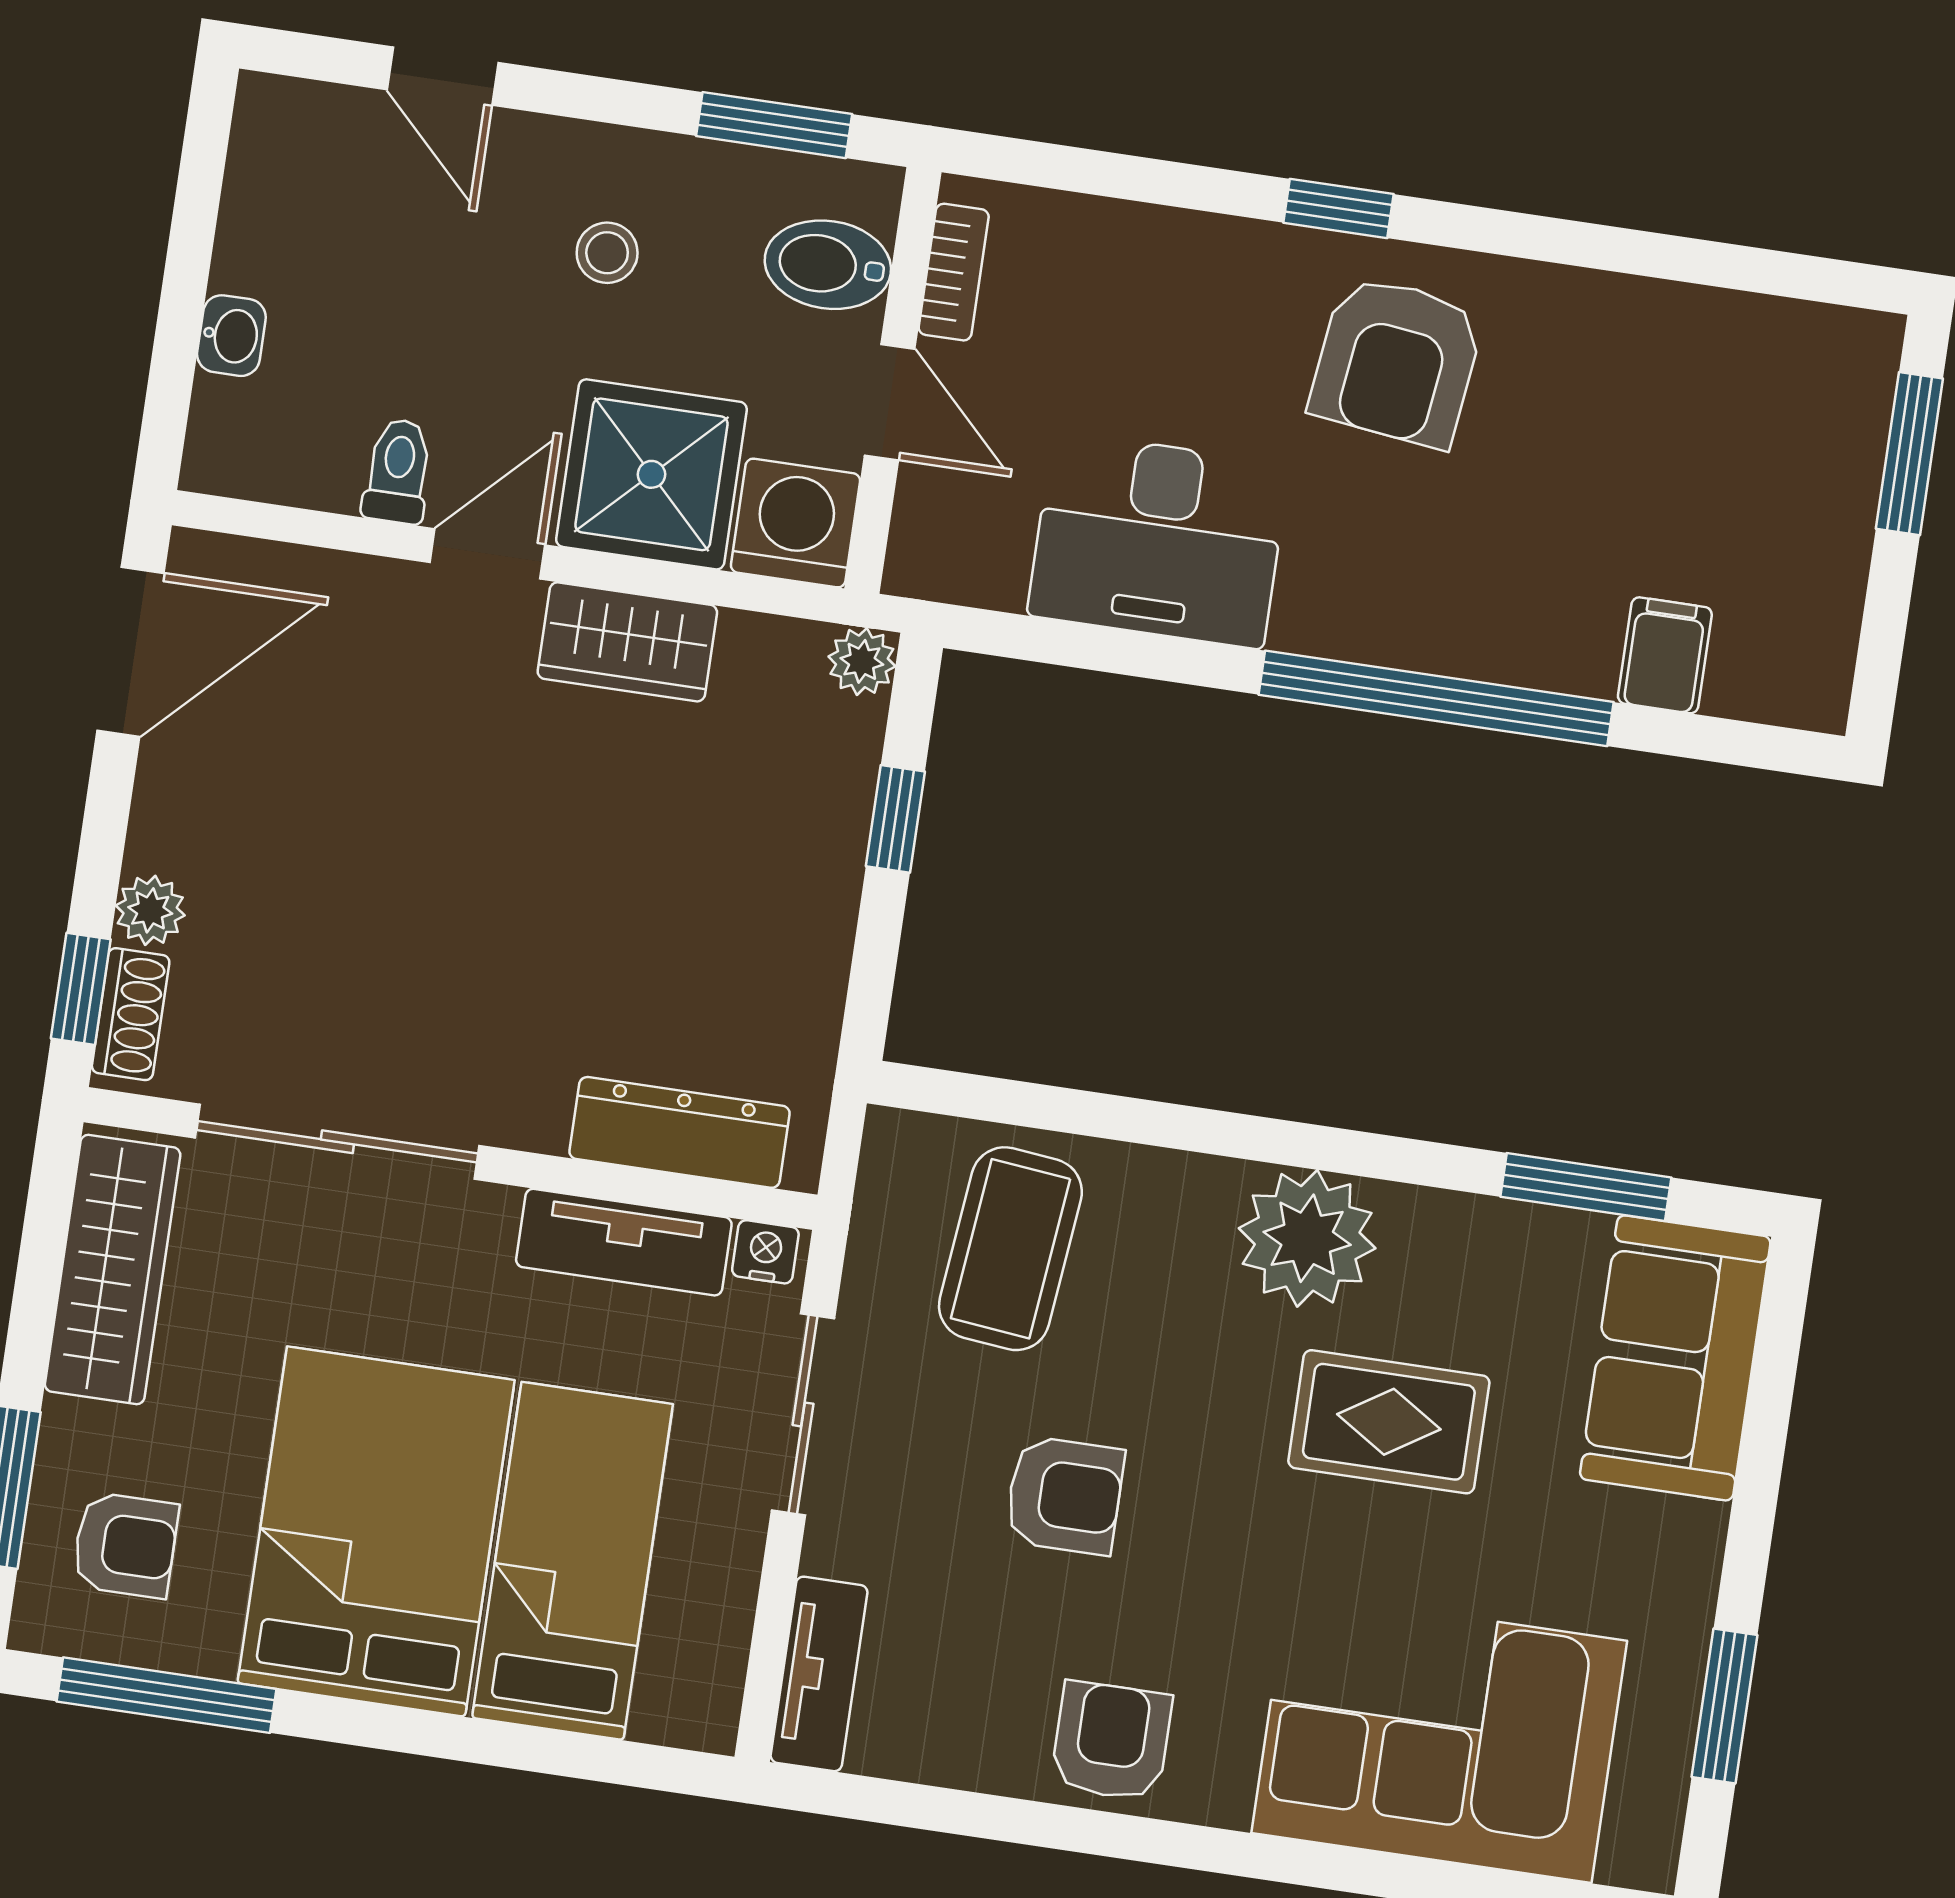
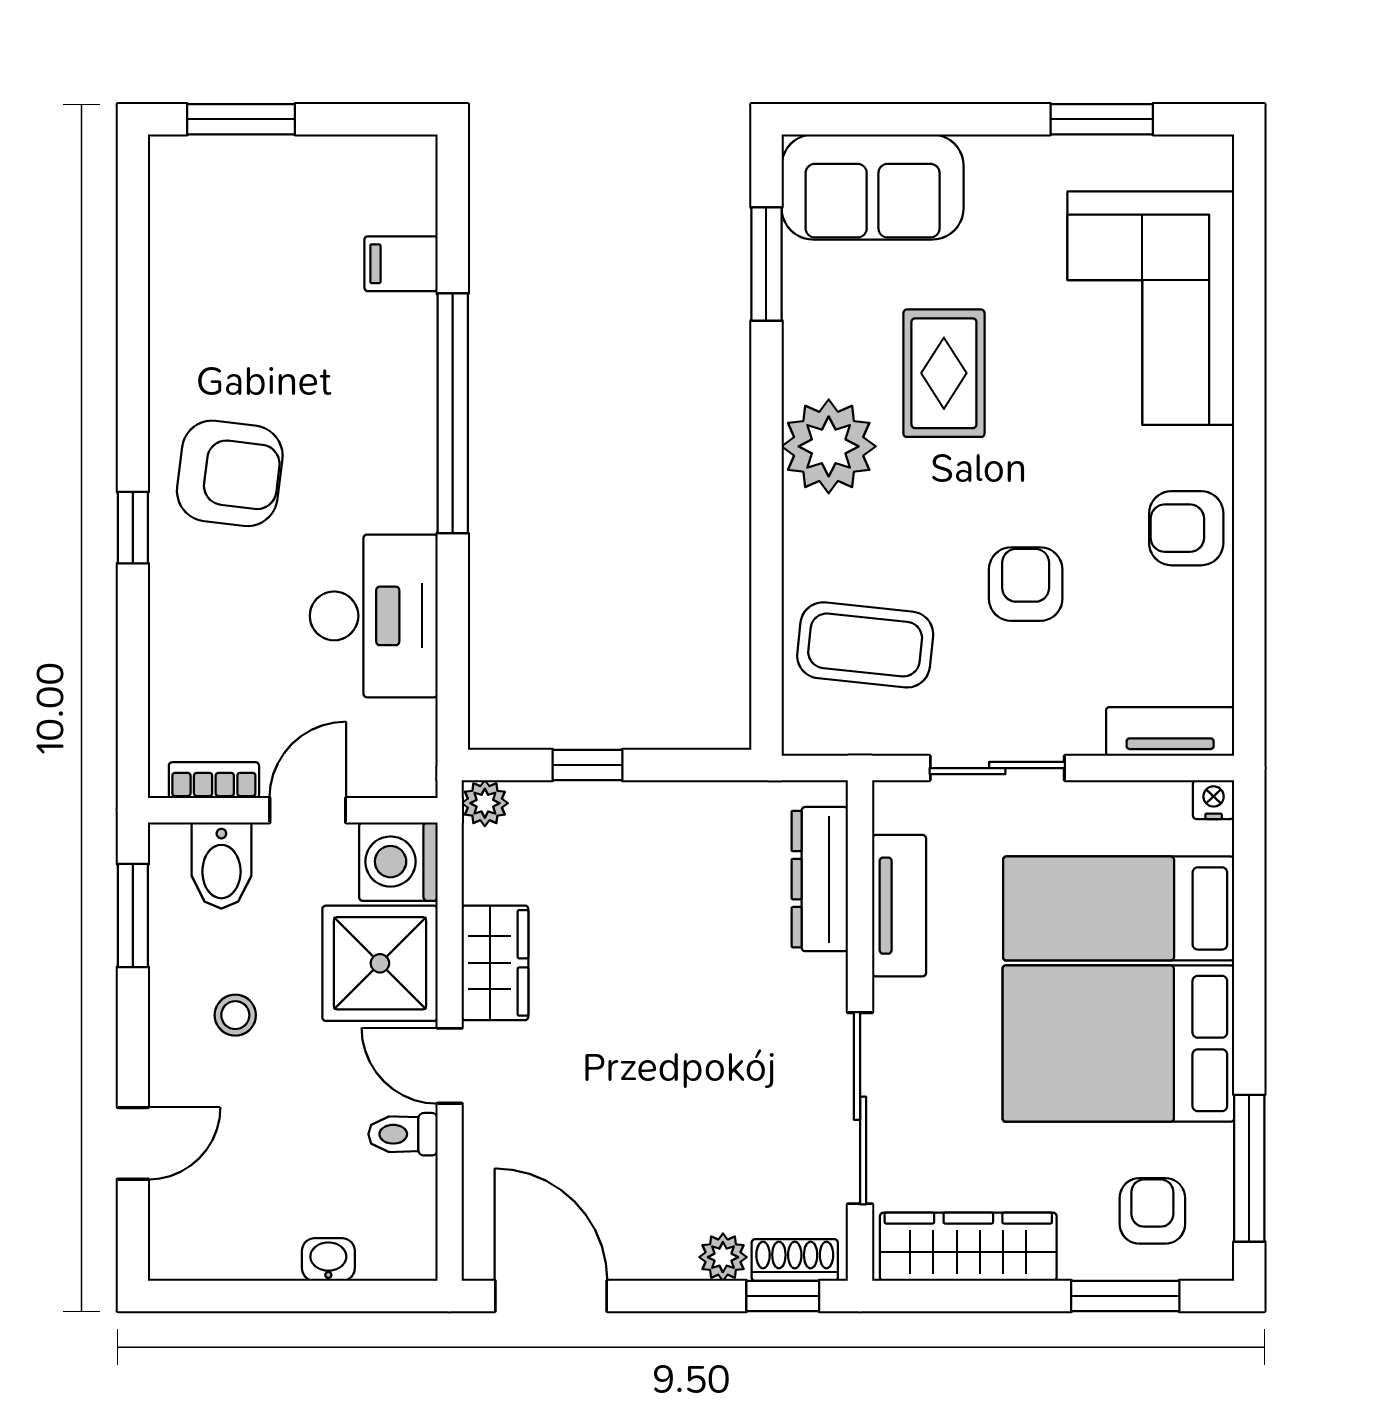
nightstand: (765, 1252) -> (1214, 800), moved, turned 90

